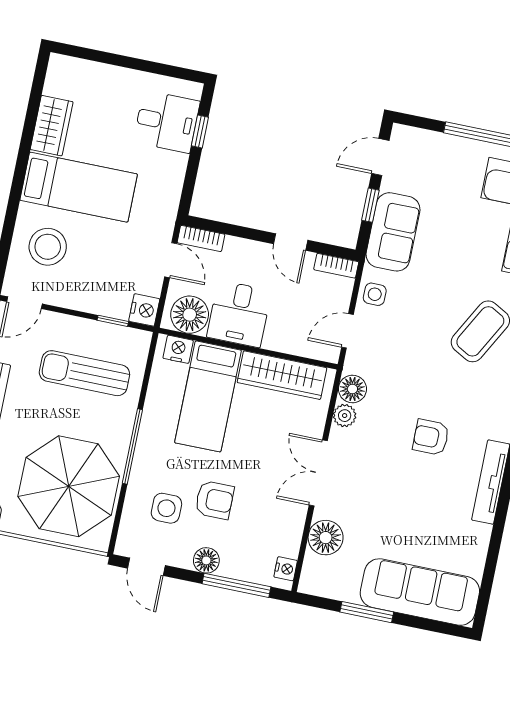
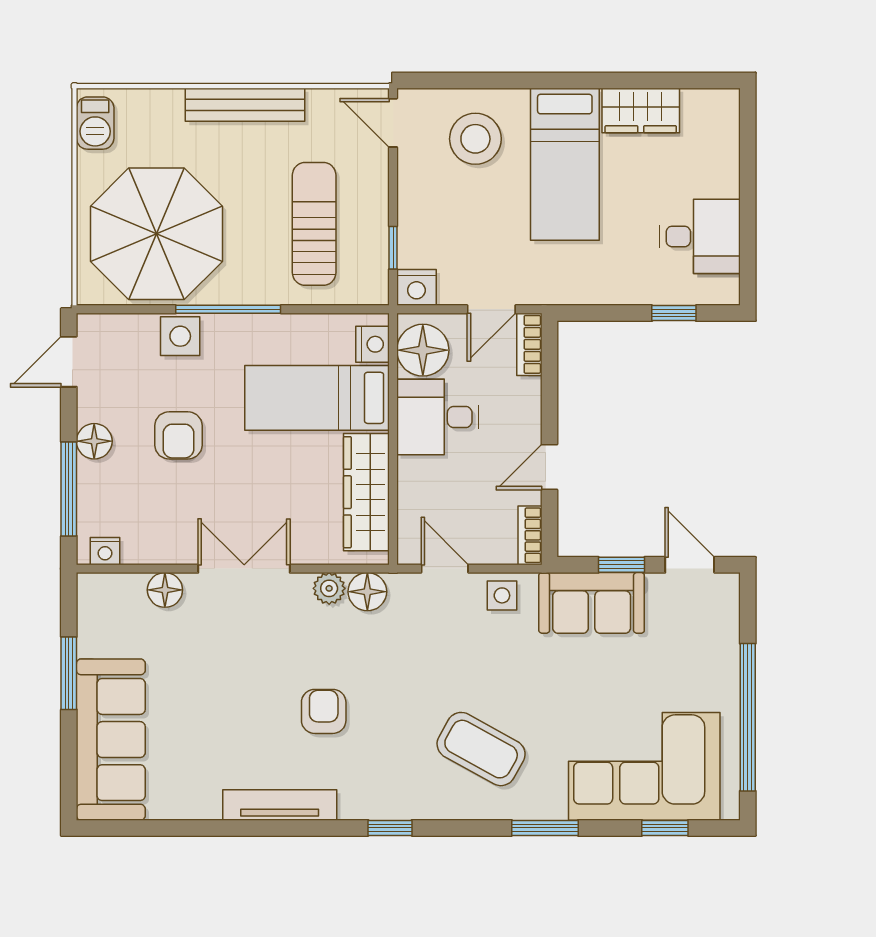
desk: (167, 122) -> (700, 236), moved, turned -90
side table: (166, 508) -> (180, 336), moved
floor lamp: (326, 538) -> (165, 590), width x0.73, depth x0.73

